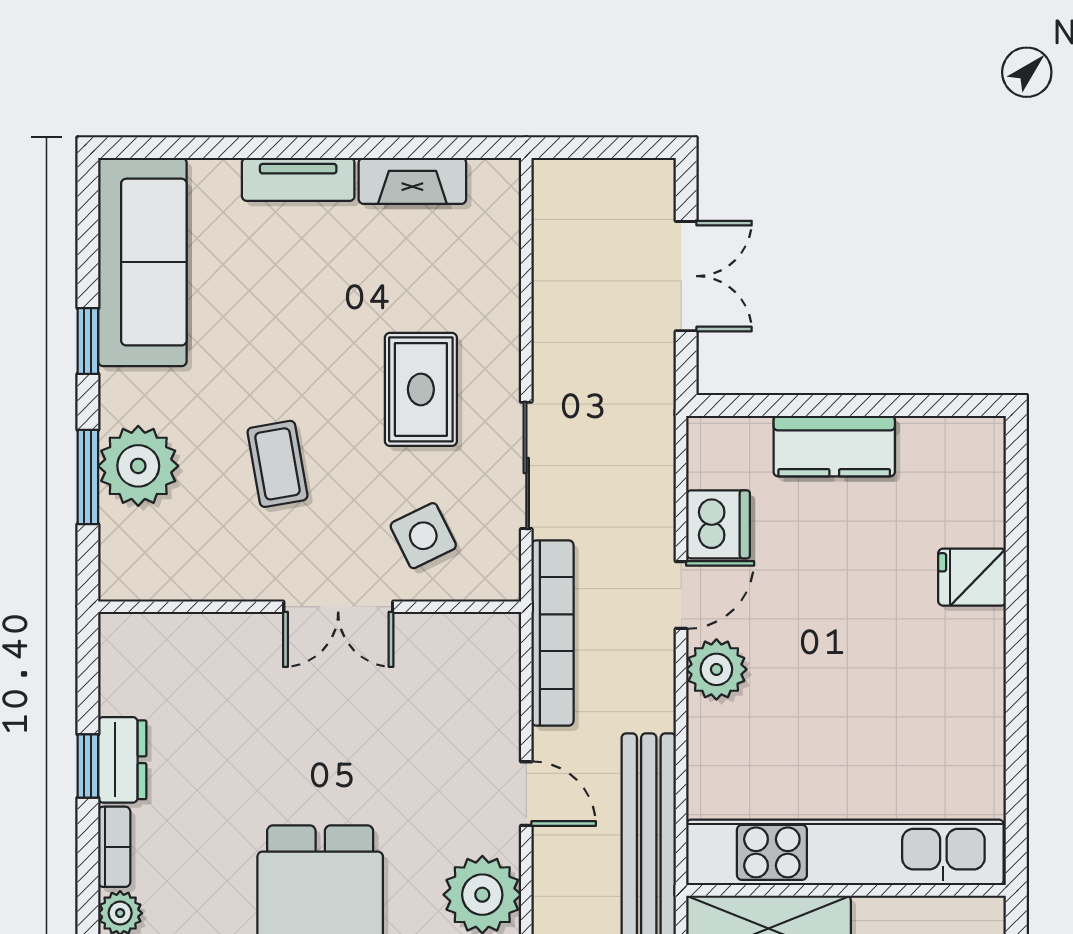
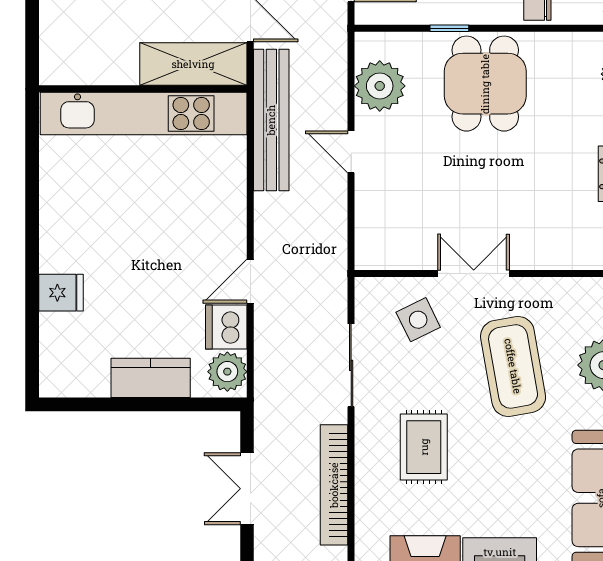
rug: (421, 389) -> (424, 447), moved
coffee table: (277, 464) -> (513, 366), width x1.86, depth x1.72
bookcase: (552, 633) -> (334, 485), moved
plant: (716, 669) -> (227, 372), moved

